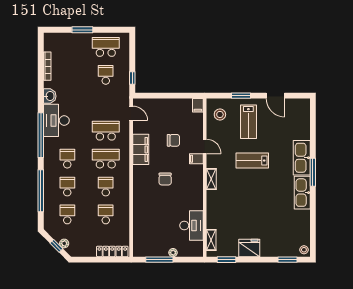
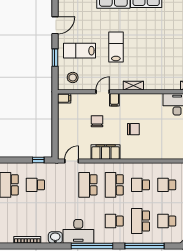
lab bench: (248, 122) -> (79, 51), turned 180
lab bench: (252, 161) -> (116, 47), turned 180
school desk: (67, 187) -> (140, 221), width x1.85

